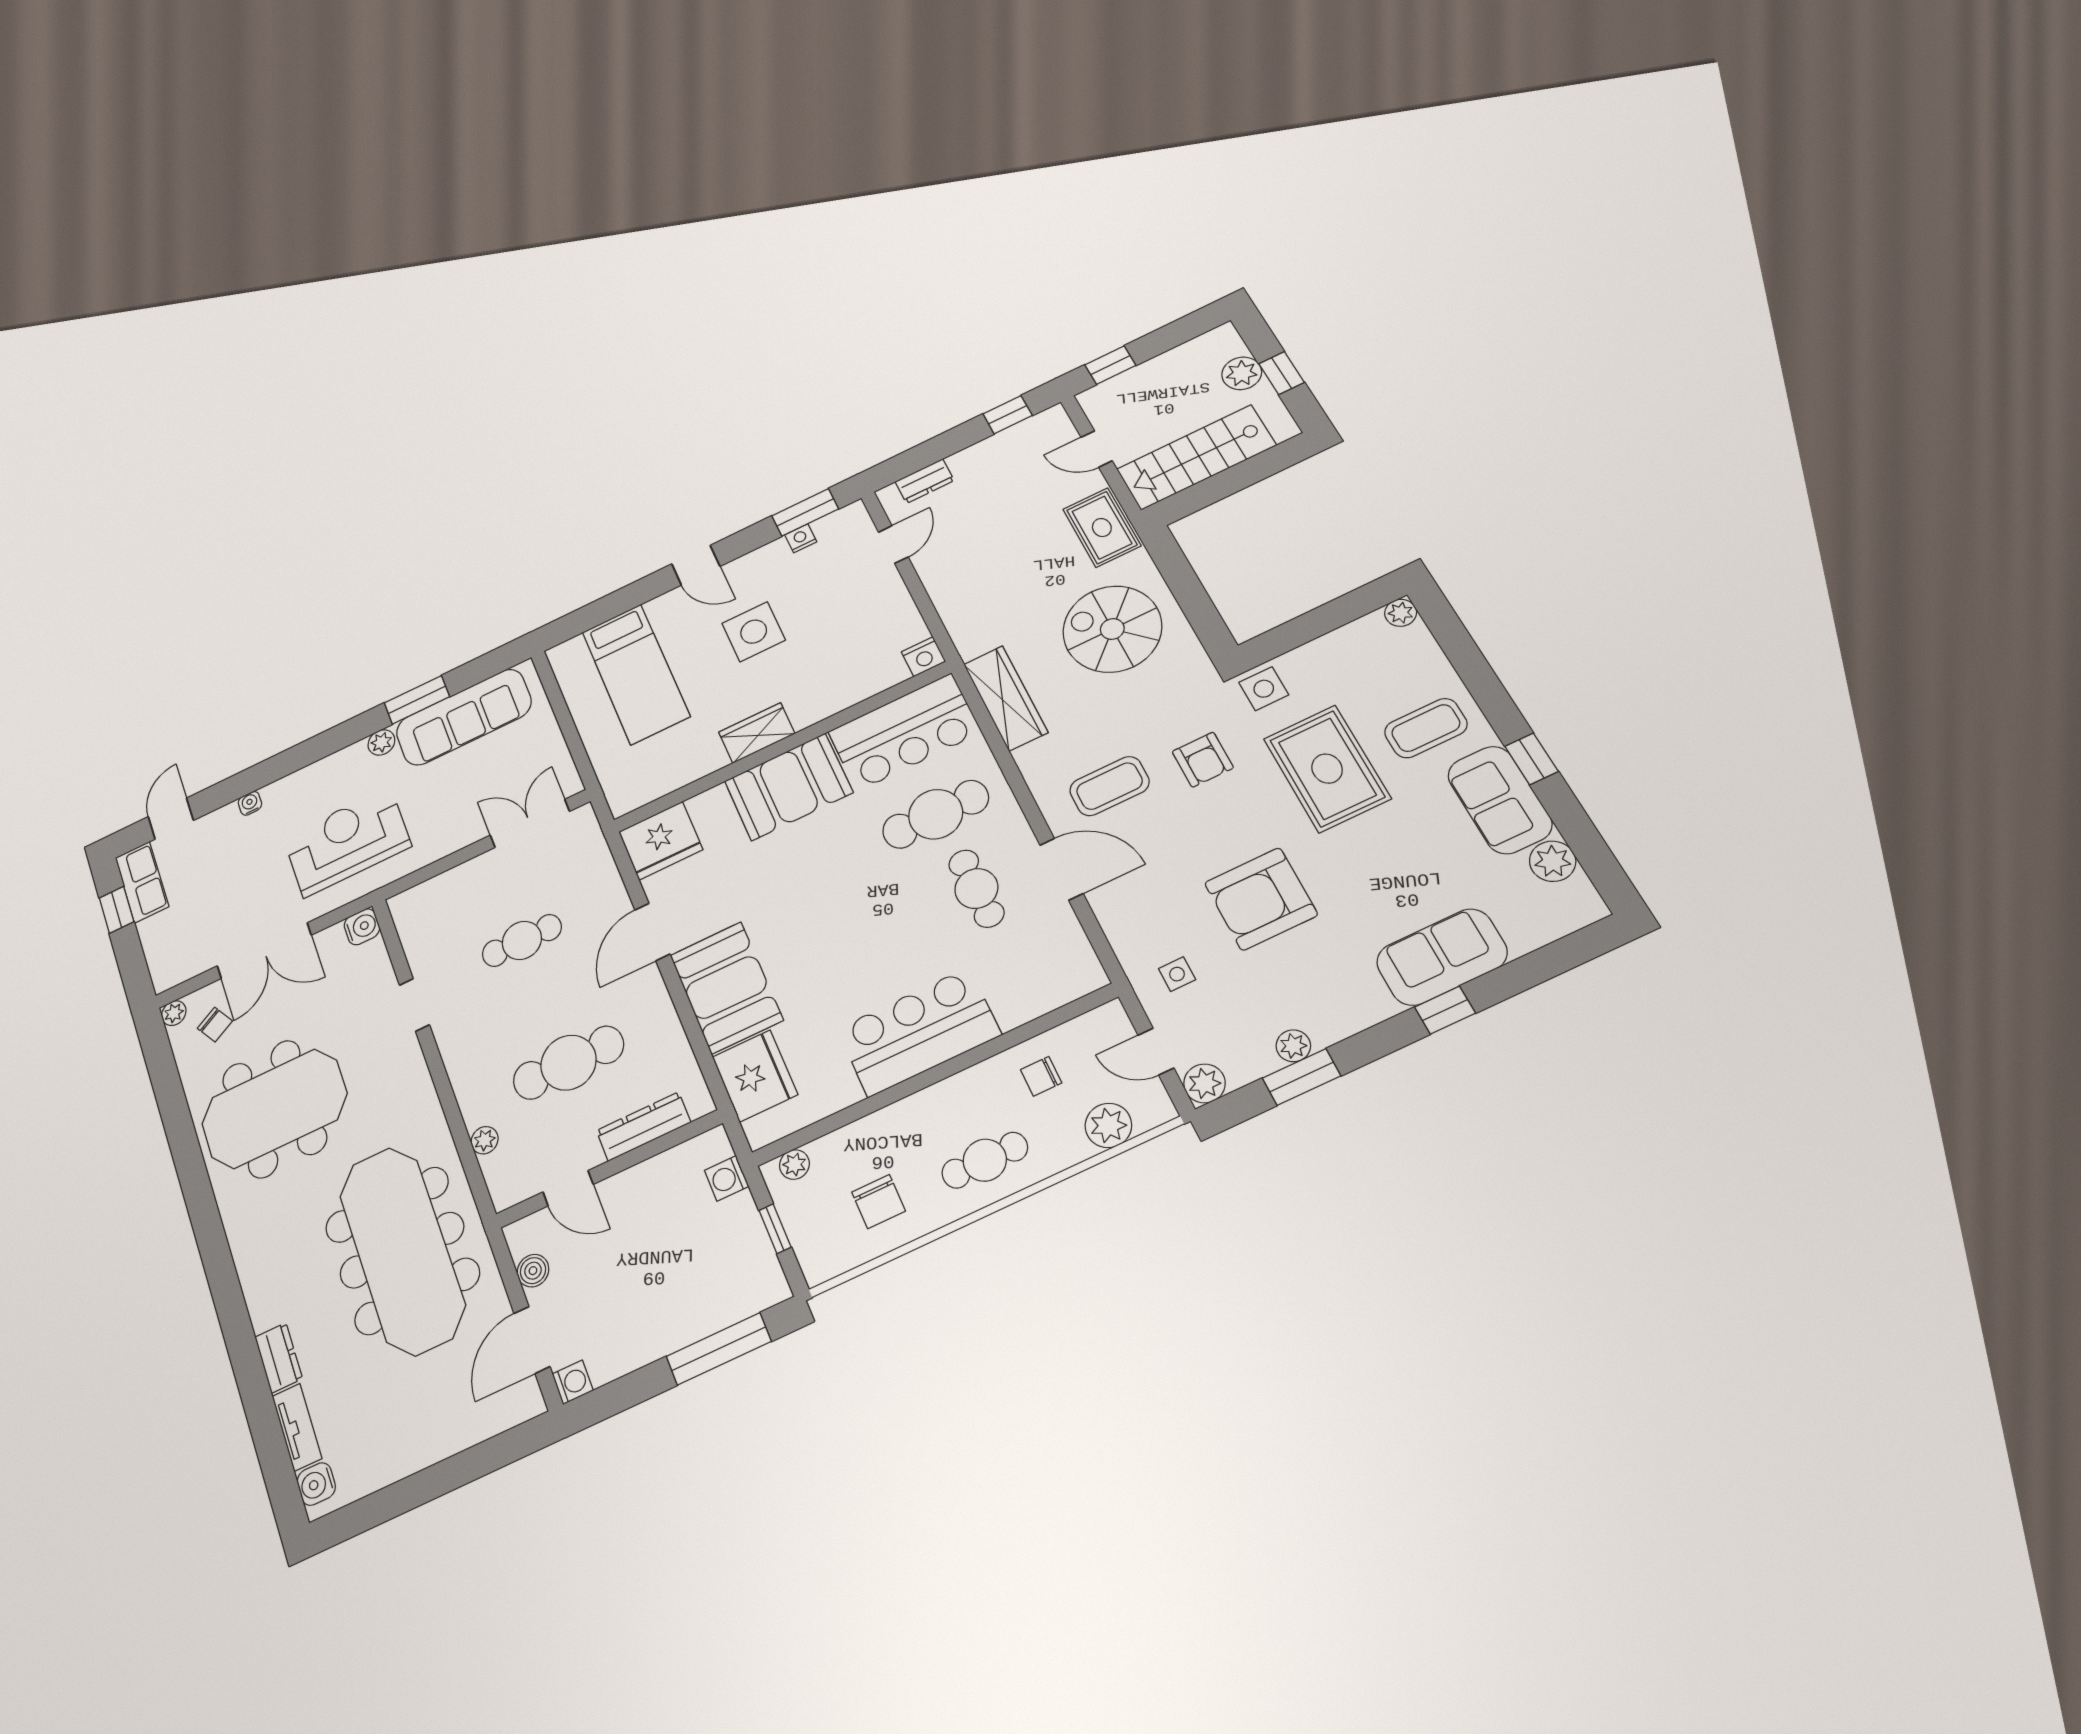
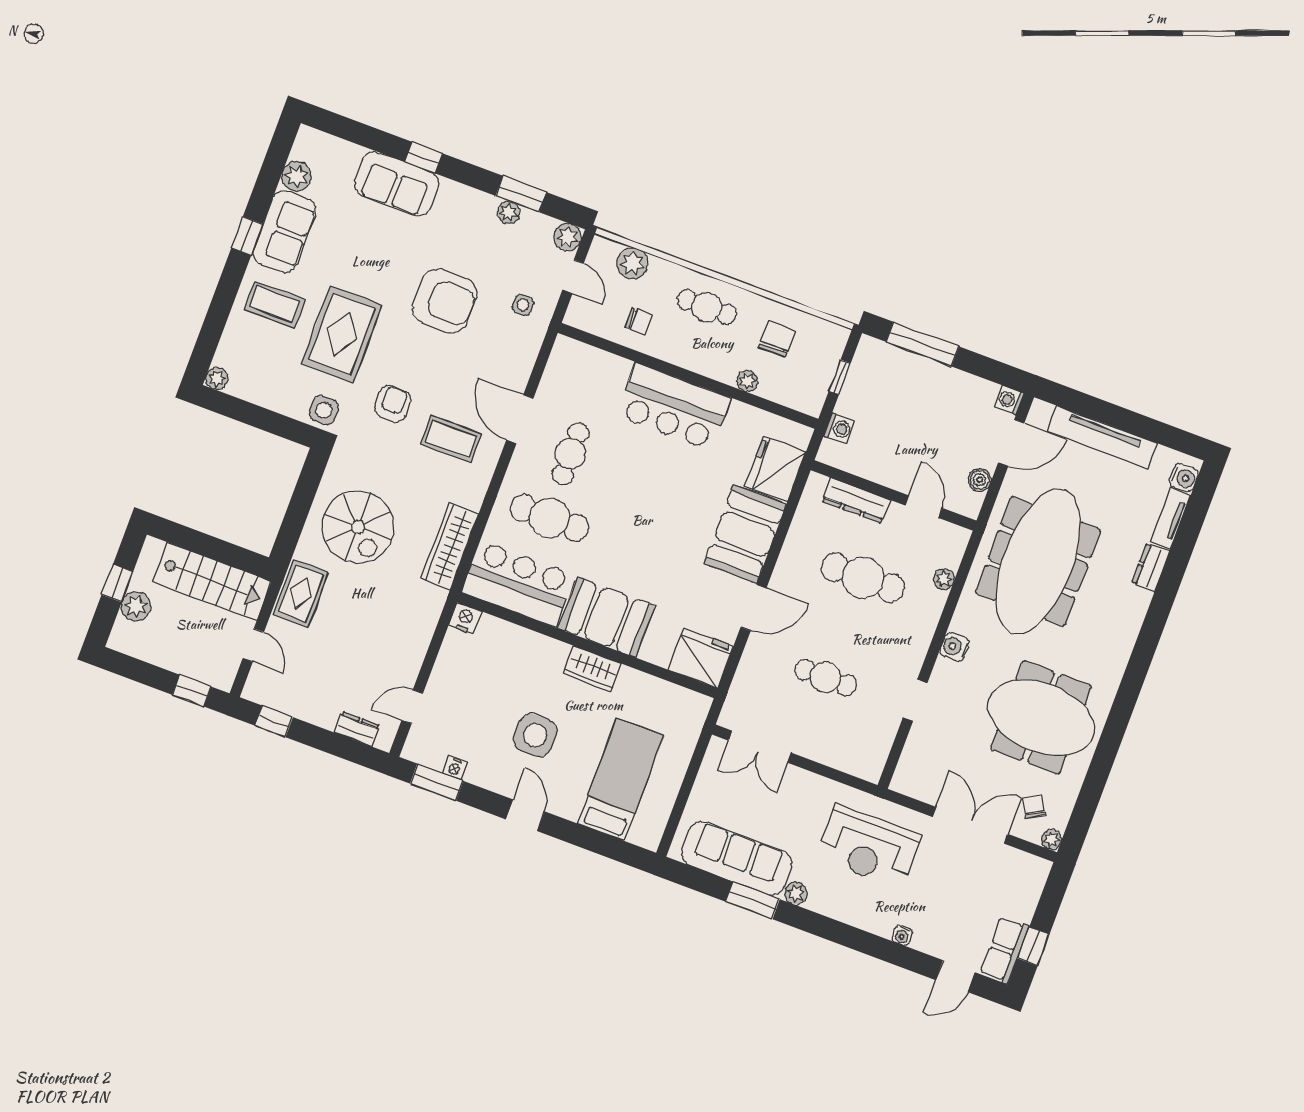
water cooler: (362, 927) -> (954, 647), moved
plant: (794, 1164) -> (747, 381), moved
tv unit: (439, 1441) -> (1103, 437), added

